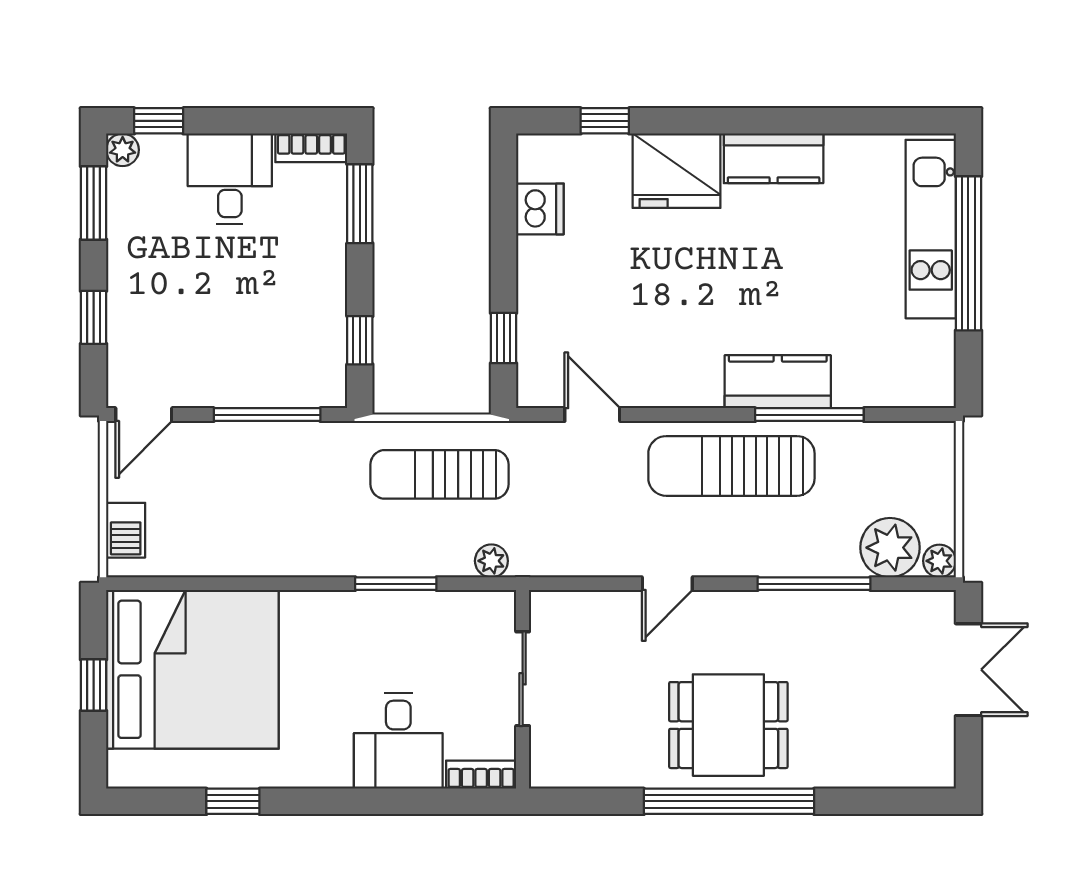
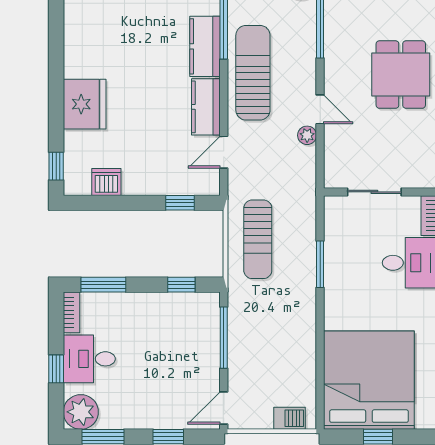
window: (159, 121) -> (56, 369), moved
window: (605, 121) -> (56, 166), moved
plant: (123, 150) -> (81, 412), width x1.88, depth x1.88
kitchen counter: (774, 158) -> (206, 107), moved, turned 180
door: (144, 415) -> (224, 408), swing flipped
sun lounger: (731, 466) -> (253, 73), turned 180
plant: (491, 561) -> (307, 135), moved

